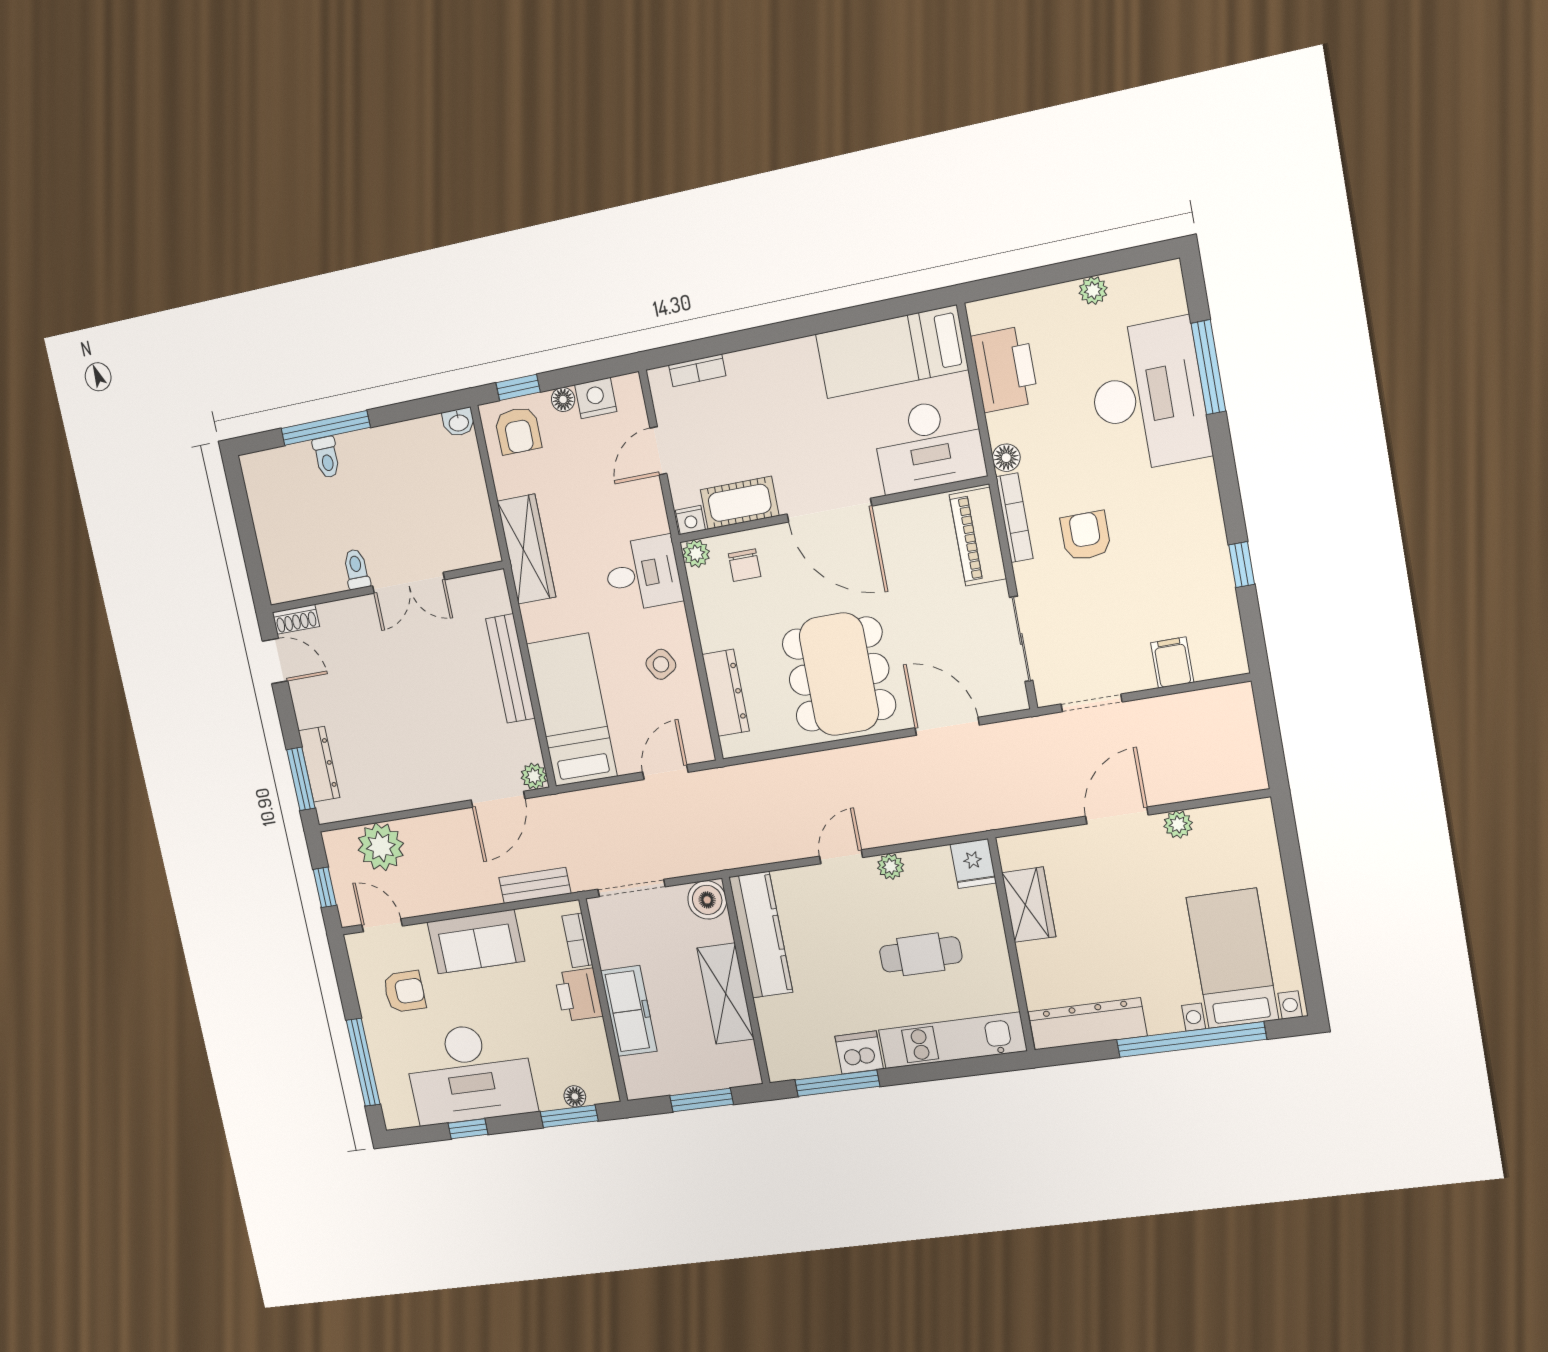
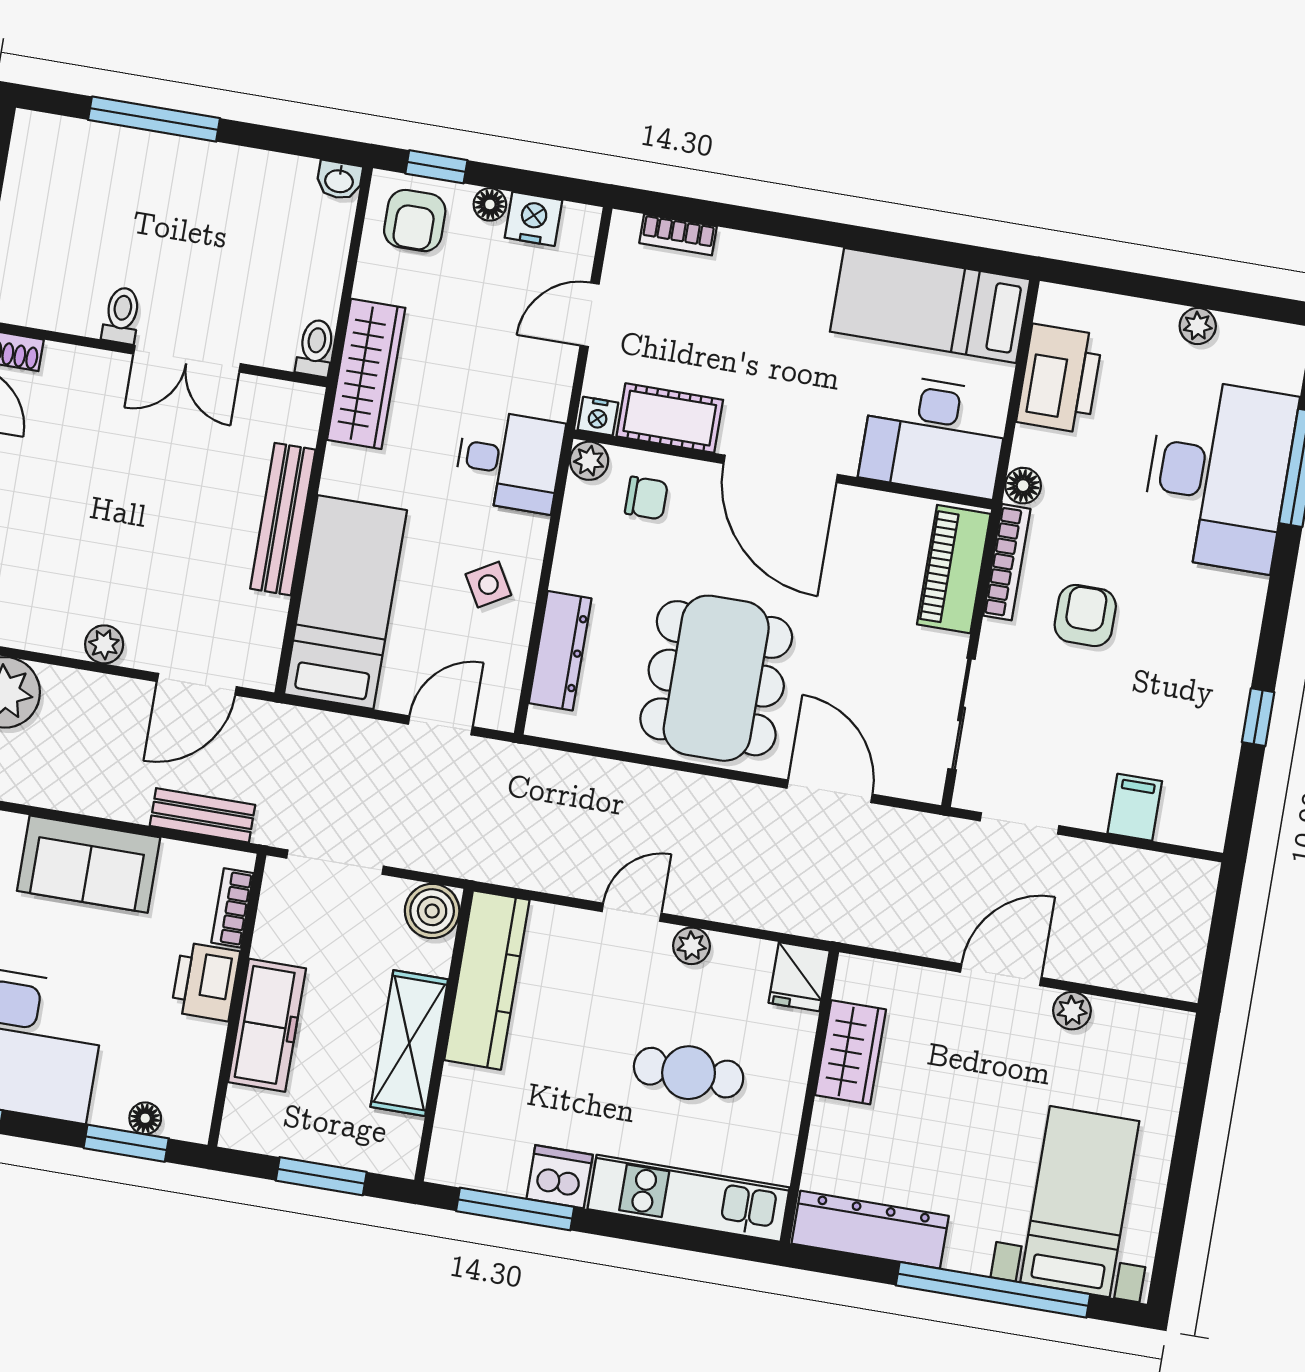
toilet: (327, 457) -> (316, 348), moved, turned 180
chair: (745, 565) -> (646, 498), turned -90
plant: (534, 776) -> (104, 644), moved

